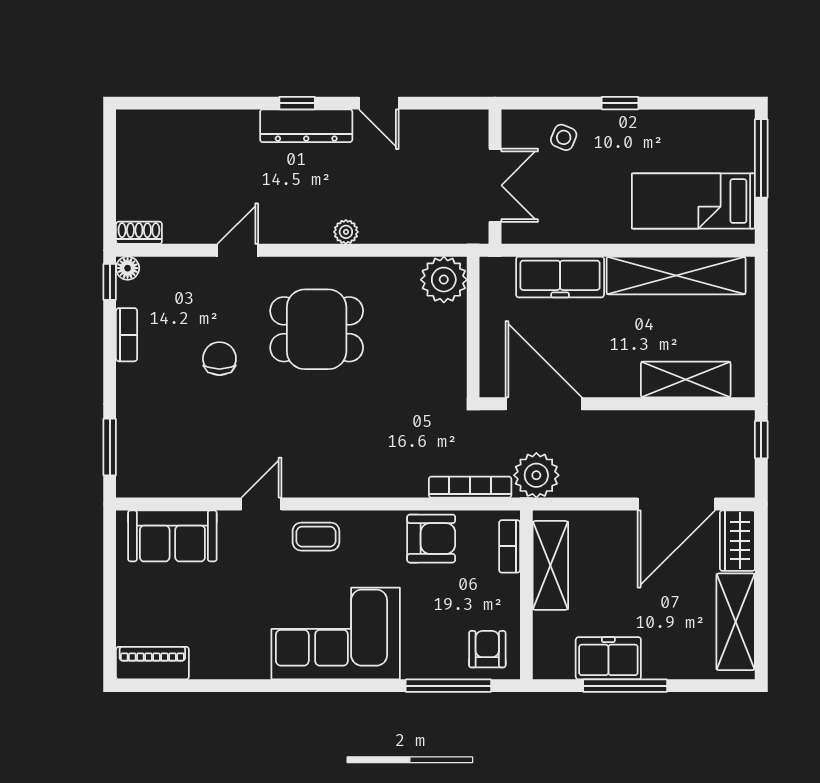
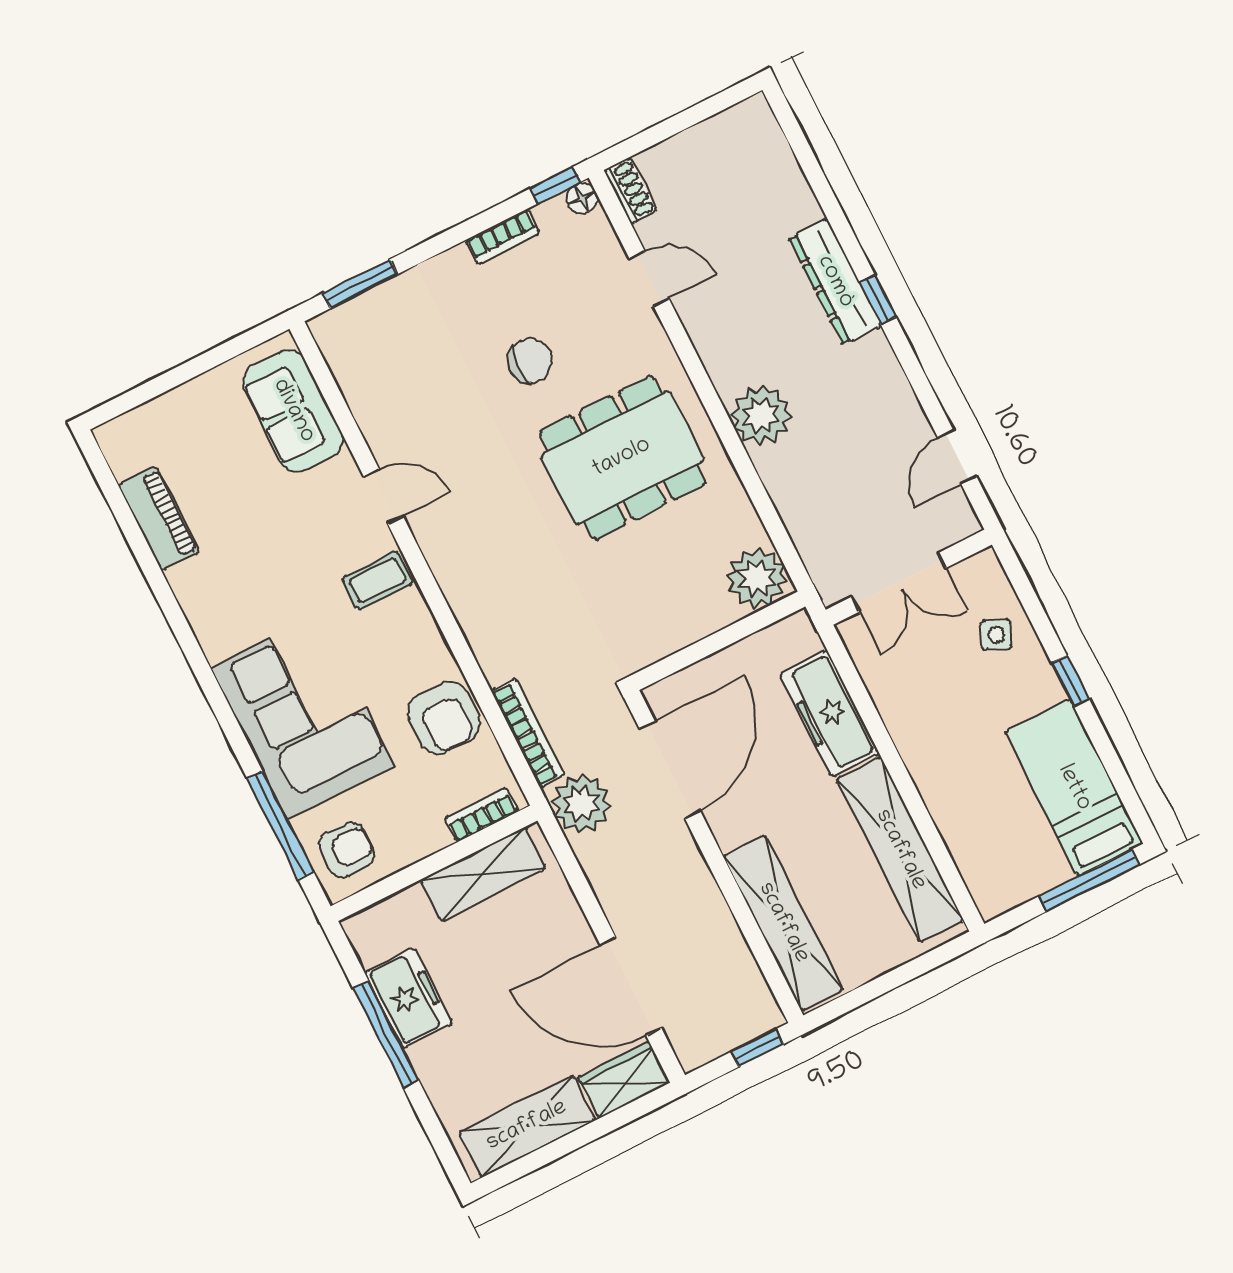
door: (379, 103) -> (957, 457), moved
dresser: (306, 126) -> (835, 282), moved
bed: (693, 201) -> (1074, 788), moved
plant: (346, 232) -> (761, 415), width x1.88, depth x1.88
door: (238, 250) -> (649, 279), moved
dining table: (317, 329) -> (622, 458), width x1.38
shelving: (686, 380) -> (783, 923), width x1.47
coffee table: (316, 537) -> (378, 580), turned 90
corner sofa: (336, 634) -> (303, 717), moved
piano: (152, 663) -> (159, 518), moved

